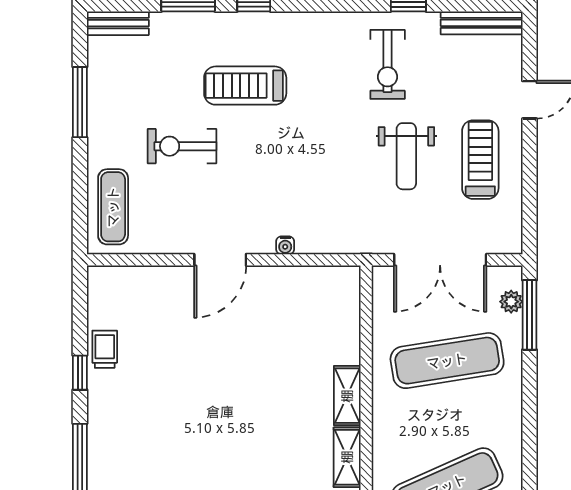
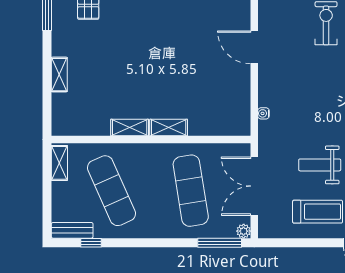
water cooler: (285, 245) -> (263, 113), moved
plant: (511, 302) -> (244, 231), moved

